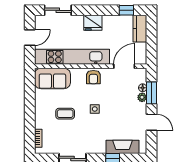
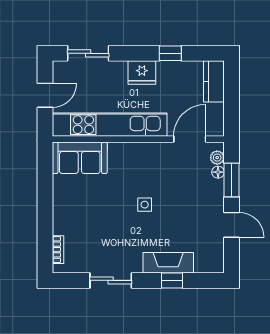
window: (126, 10) -> (170, 53), moved
armchair: (93, 77) -> (143, 156), removed
plant: (142, 97) -> (217, 158), moved
coffee table: (65, 114) -> (99, 212), removed
fireplace: (123, 147) -> (168, 263), moved

